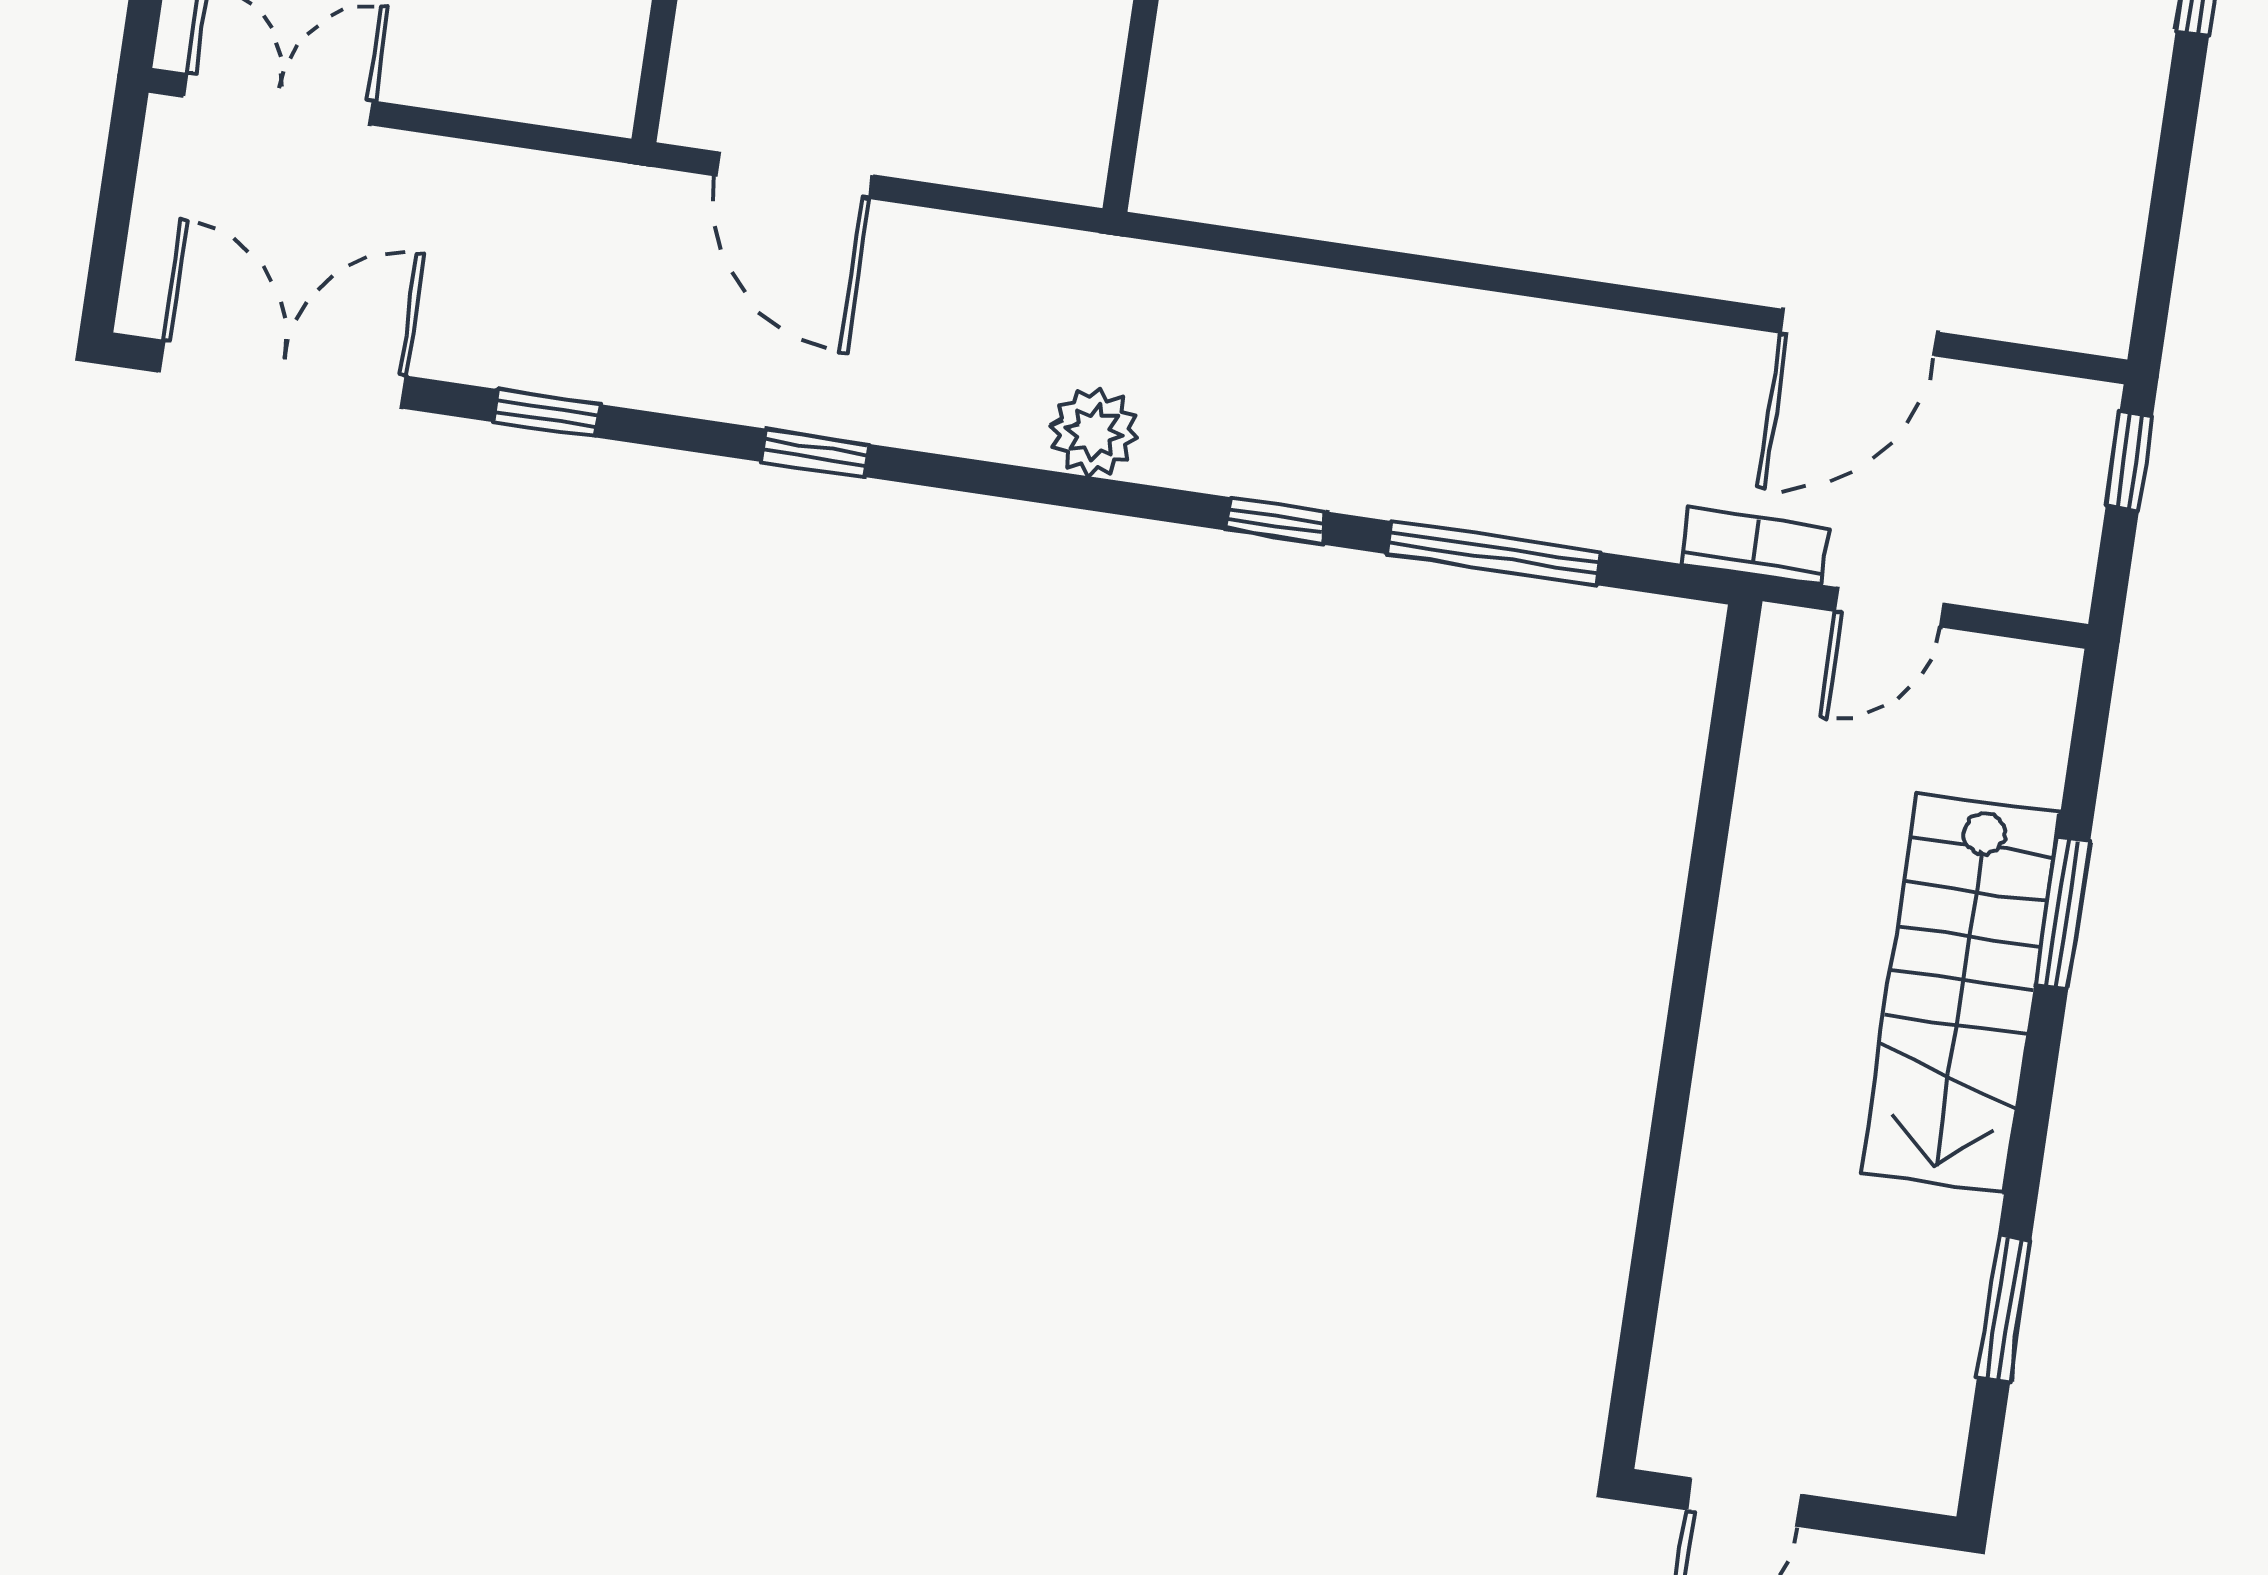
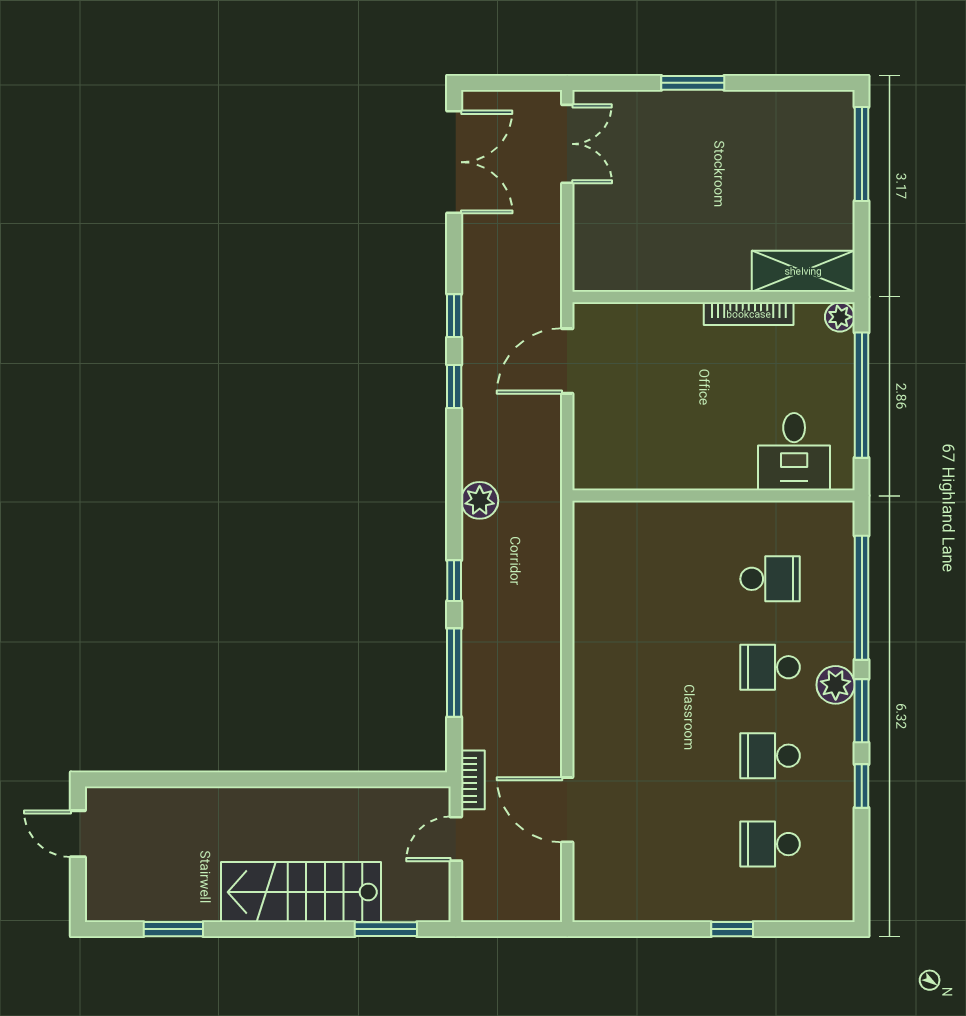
window: (546, 413) -> (454, 316), moved
window: (2129, 461) -> (531, 929), removed
door: (1889, 607) -> (456, 839), hinge flipped
window: (2063, 913) -> (386, 929), moved

